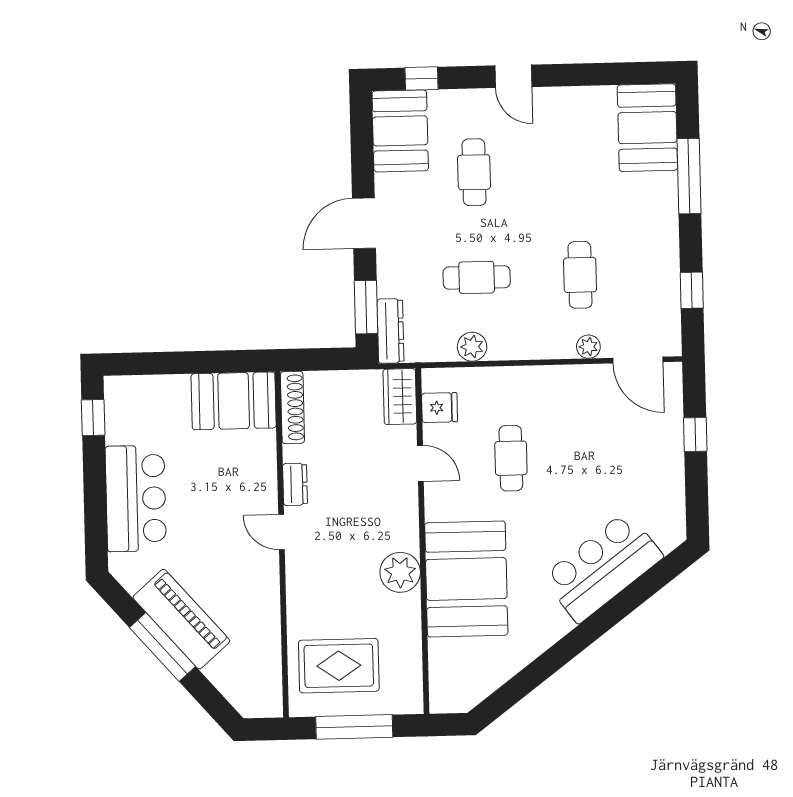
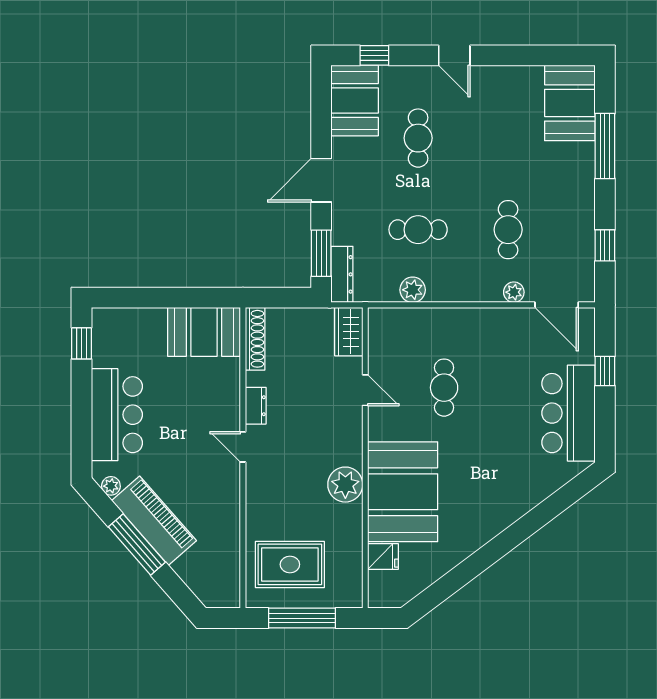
fridge: (439, 408) -> (383, 556), moved
bar counter: (603, 567) -> (568, 413), moved, turned -53
plant: (131, 580) -> (111, 486), added

